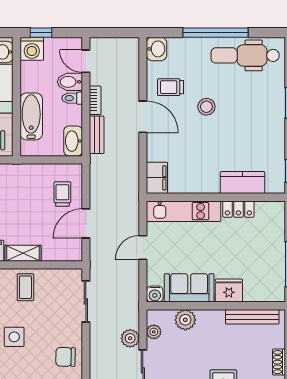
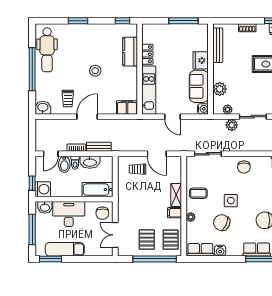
stool: (206, 107) -> (95, 71), moved
bathtub: (31, 116) -> (97, 190), moved
washbasin: (73, 141) -> (90, 162), moved

